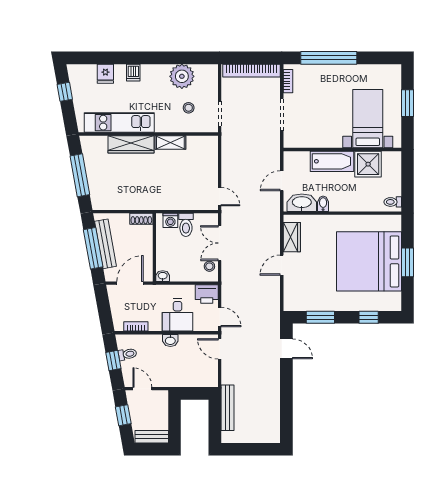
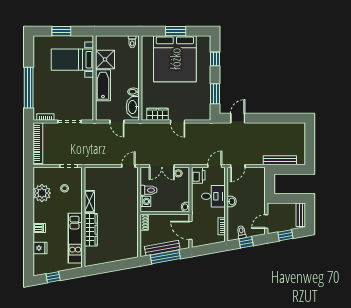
window: (80, 175) -> (113, 266), removed

